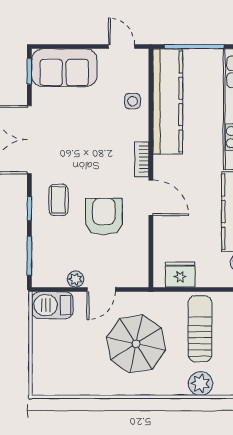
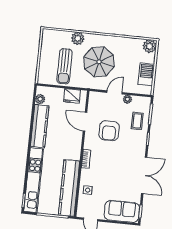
door: (151, 198) -> (85, 122), moved
coffee table: (58, 200) -> (137, 121), moved
barbecue: (52, 305) -> (146, 74), moved, turned -90
plant: (44, 383) -> (150, 46), added
plant: (201, 384) -> (78, 38), moved

